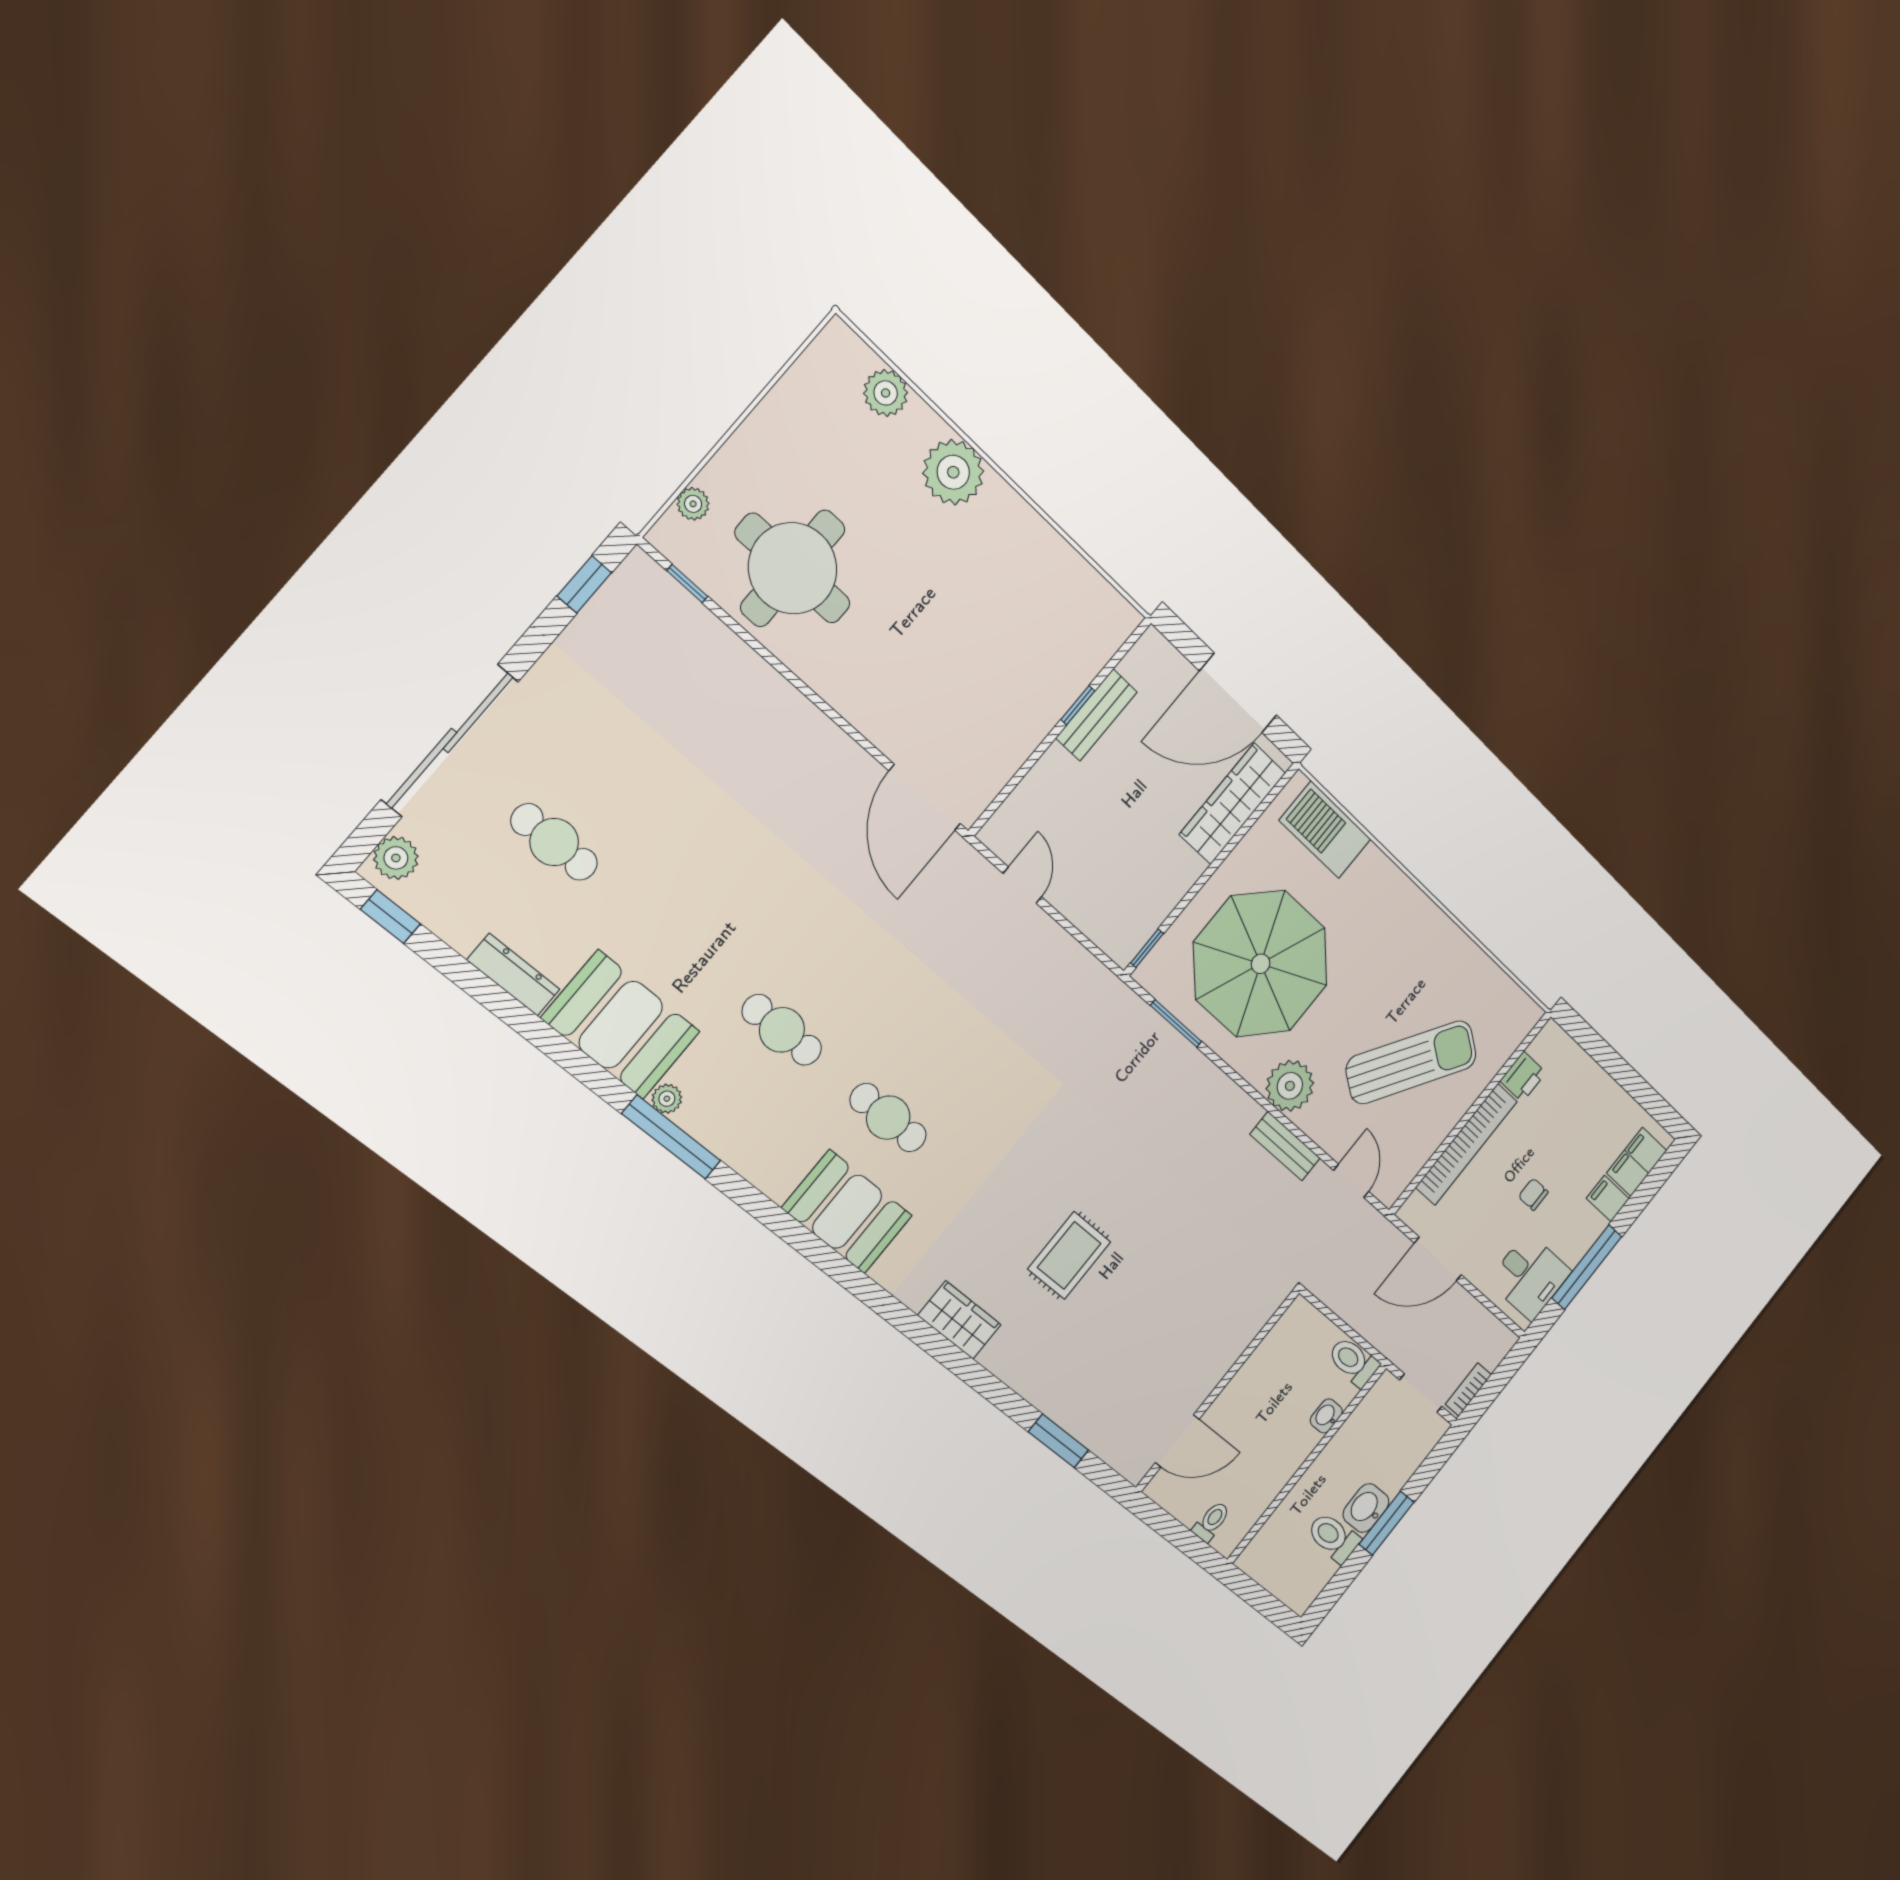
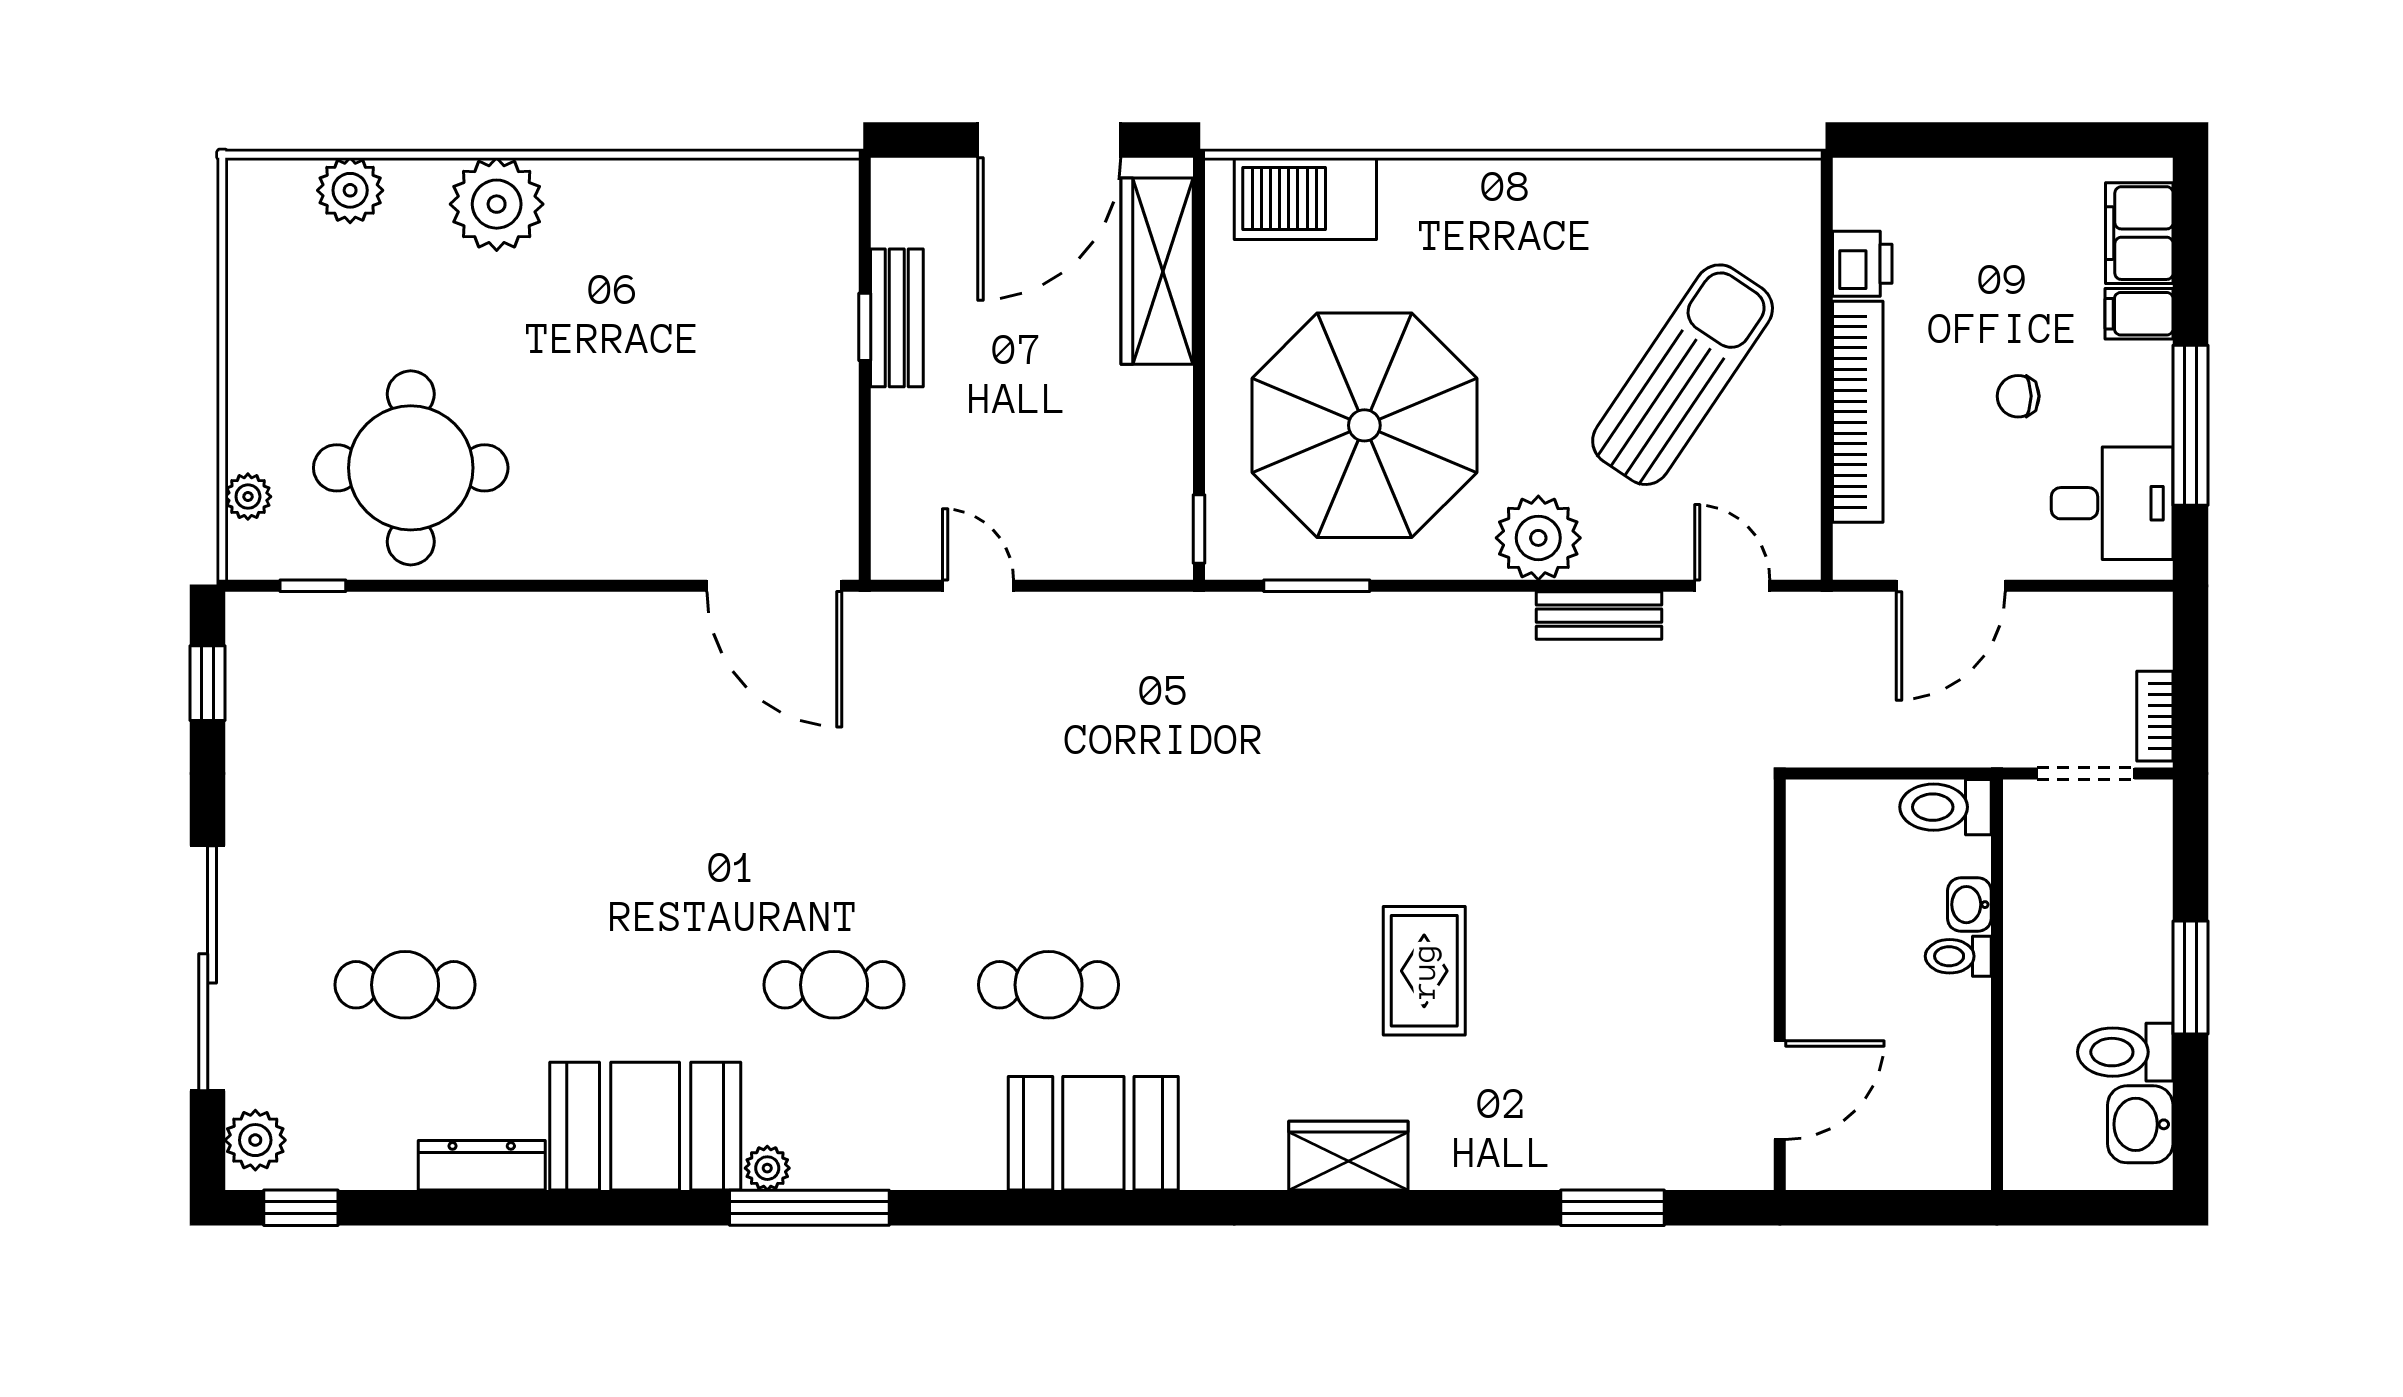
washbasin: (1366, 1508) -> (2140, 1124), moved
toilet: (1211, 1521) -> (1958, 956), moved, turned -90

